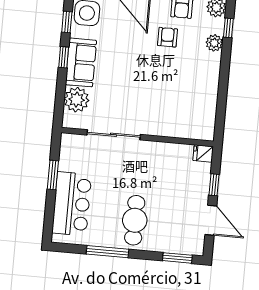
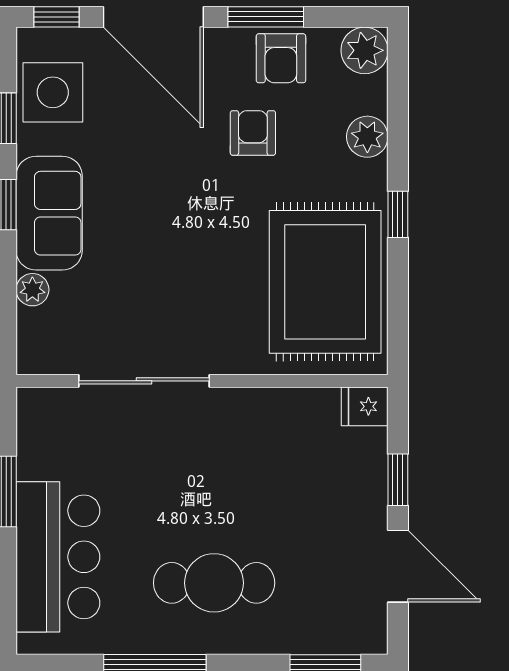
window: (228, 28) -> (398, 214), moved
plant: (77, 100) -> (32, 290), width x0.53, depth x0.53
rug: (192, 101) -> (325, 282), added
cafe table: (135, 220) -> (214, 583), turned 90

